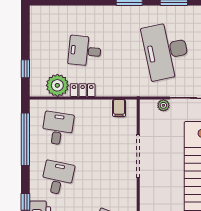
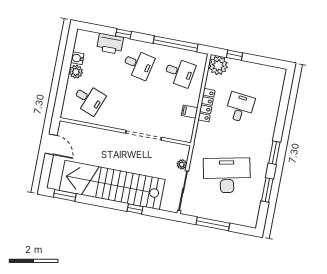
plant: (57, 85) -> (218, 65), moved
locker: (83, 90) -> (206, 105), width x1.53
filing cabinet: (119, 108) -> (190, 112), moved

